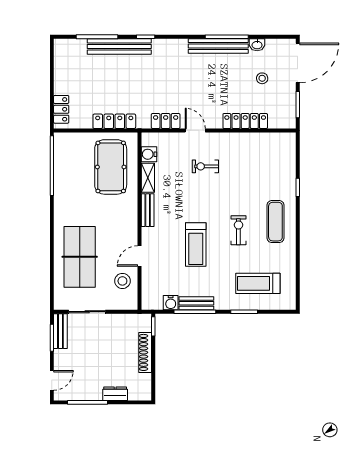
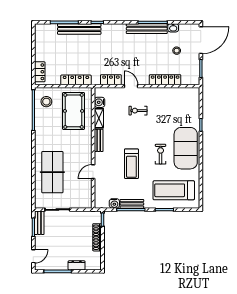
exercise mat: (275, 222) -> (186, 148), width x2.00, depth x1.45
stool: (122, 281) -> (46, 102), moved
treadmill: (258, 283) -> (174, 190), width x1.37, depth x1.38

